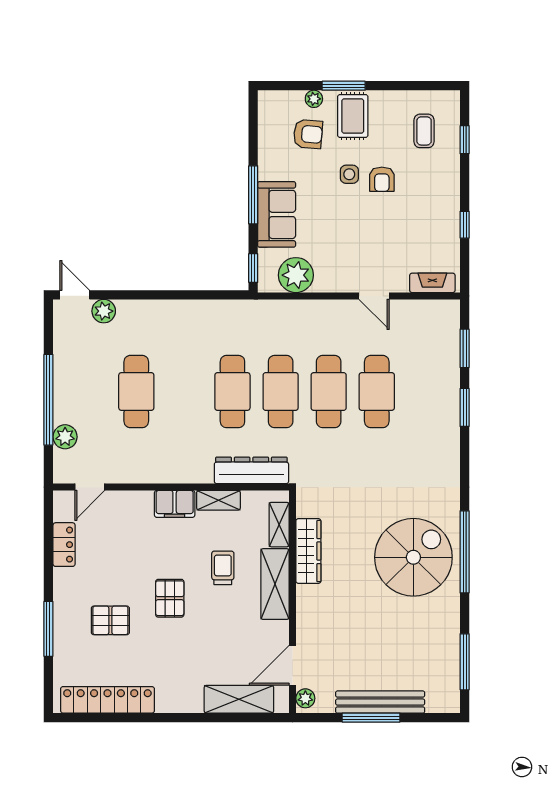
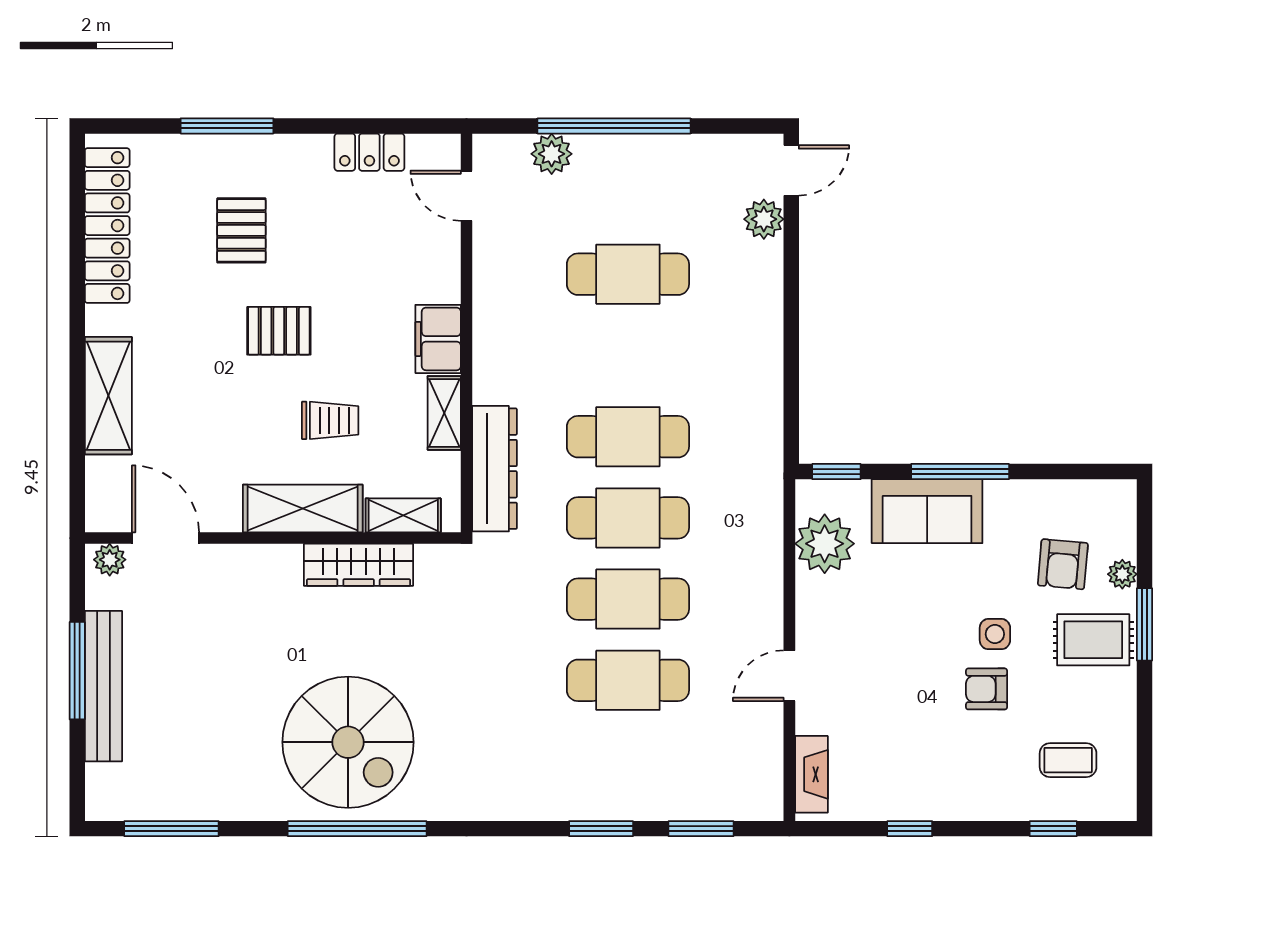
shelving: (239, 699) -> (108, 396), moved

